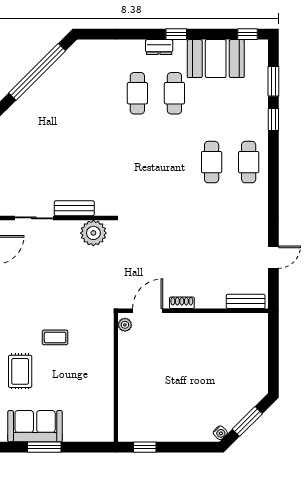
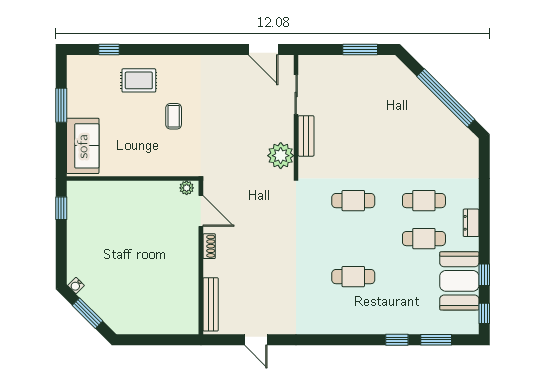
window: (176, 34) -> (484, 275), moved
cafe table: (249, 162) -> (353, 201), moved
bench: (246, 301) -> (211, 304), width x1.36
sofa: (35, 426) -> (83, 146), moved

